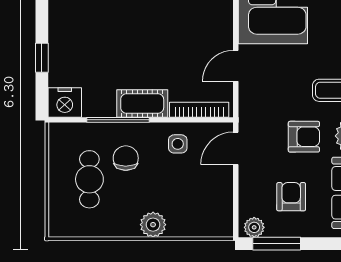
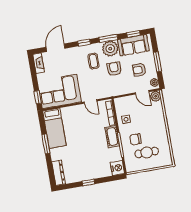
window: (42, 58) -> (88, 183), moved
door: (236, 148) -> (142, 92), moved
plant: (153, 225) -> (156, 96), moved
window: (277, 244) -> (157, 62), moved

